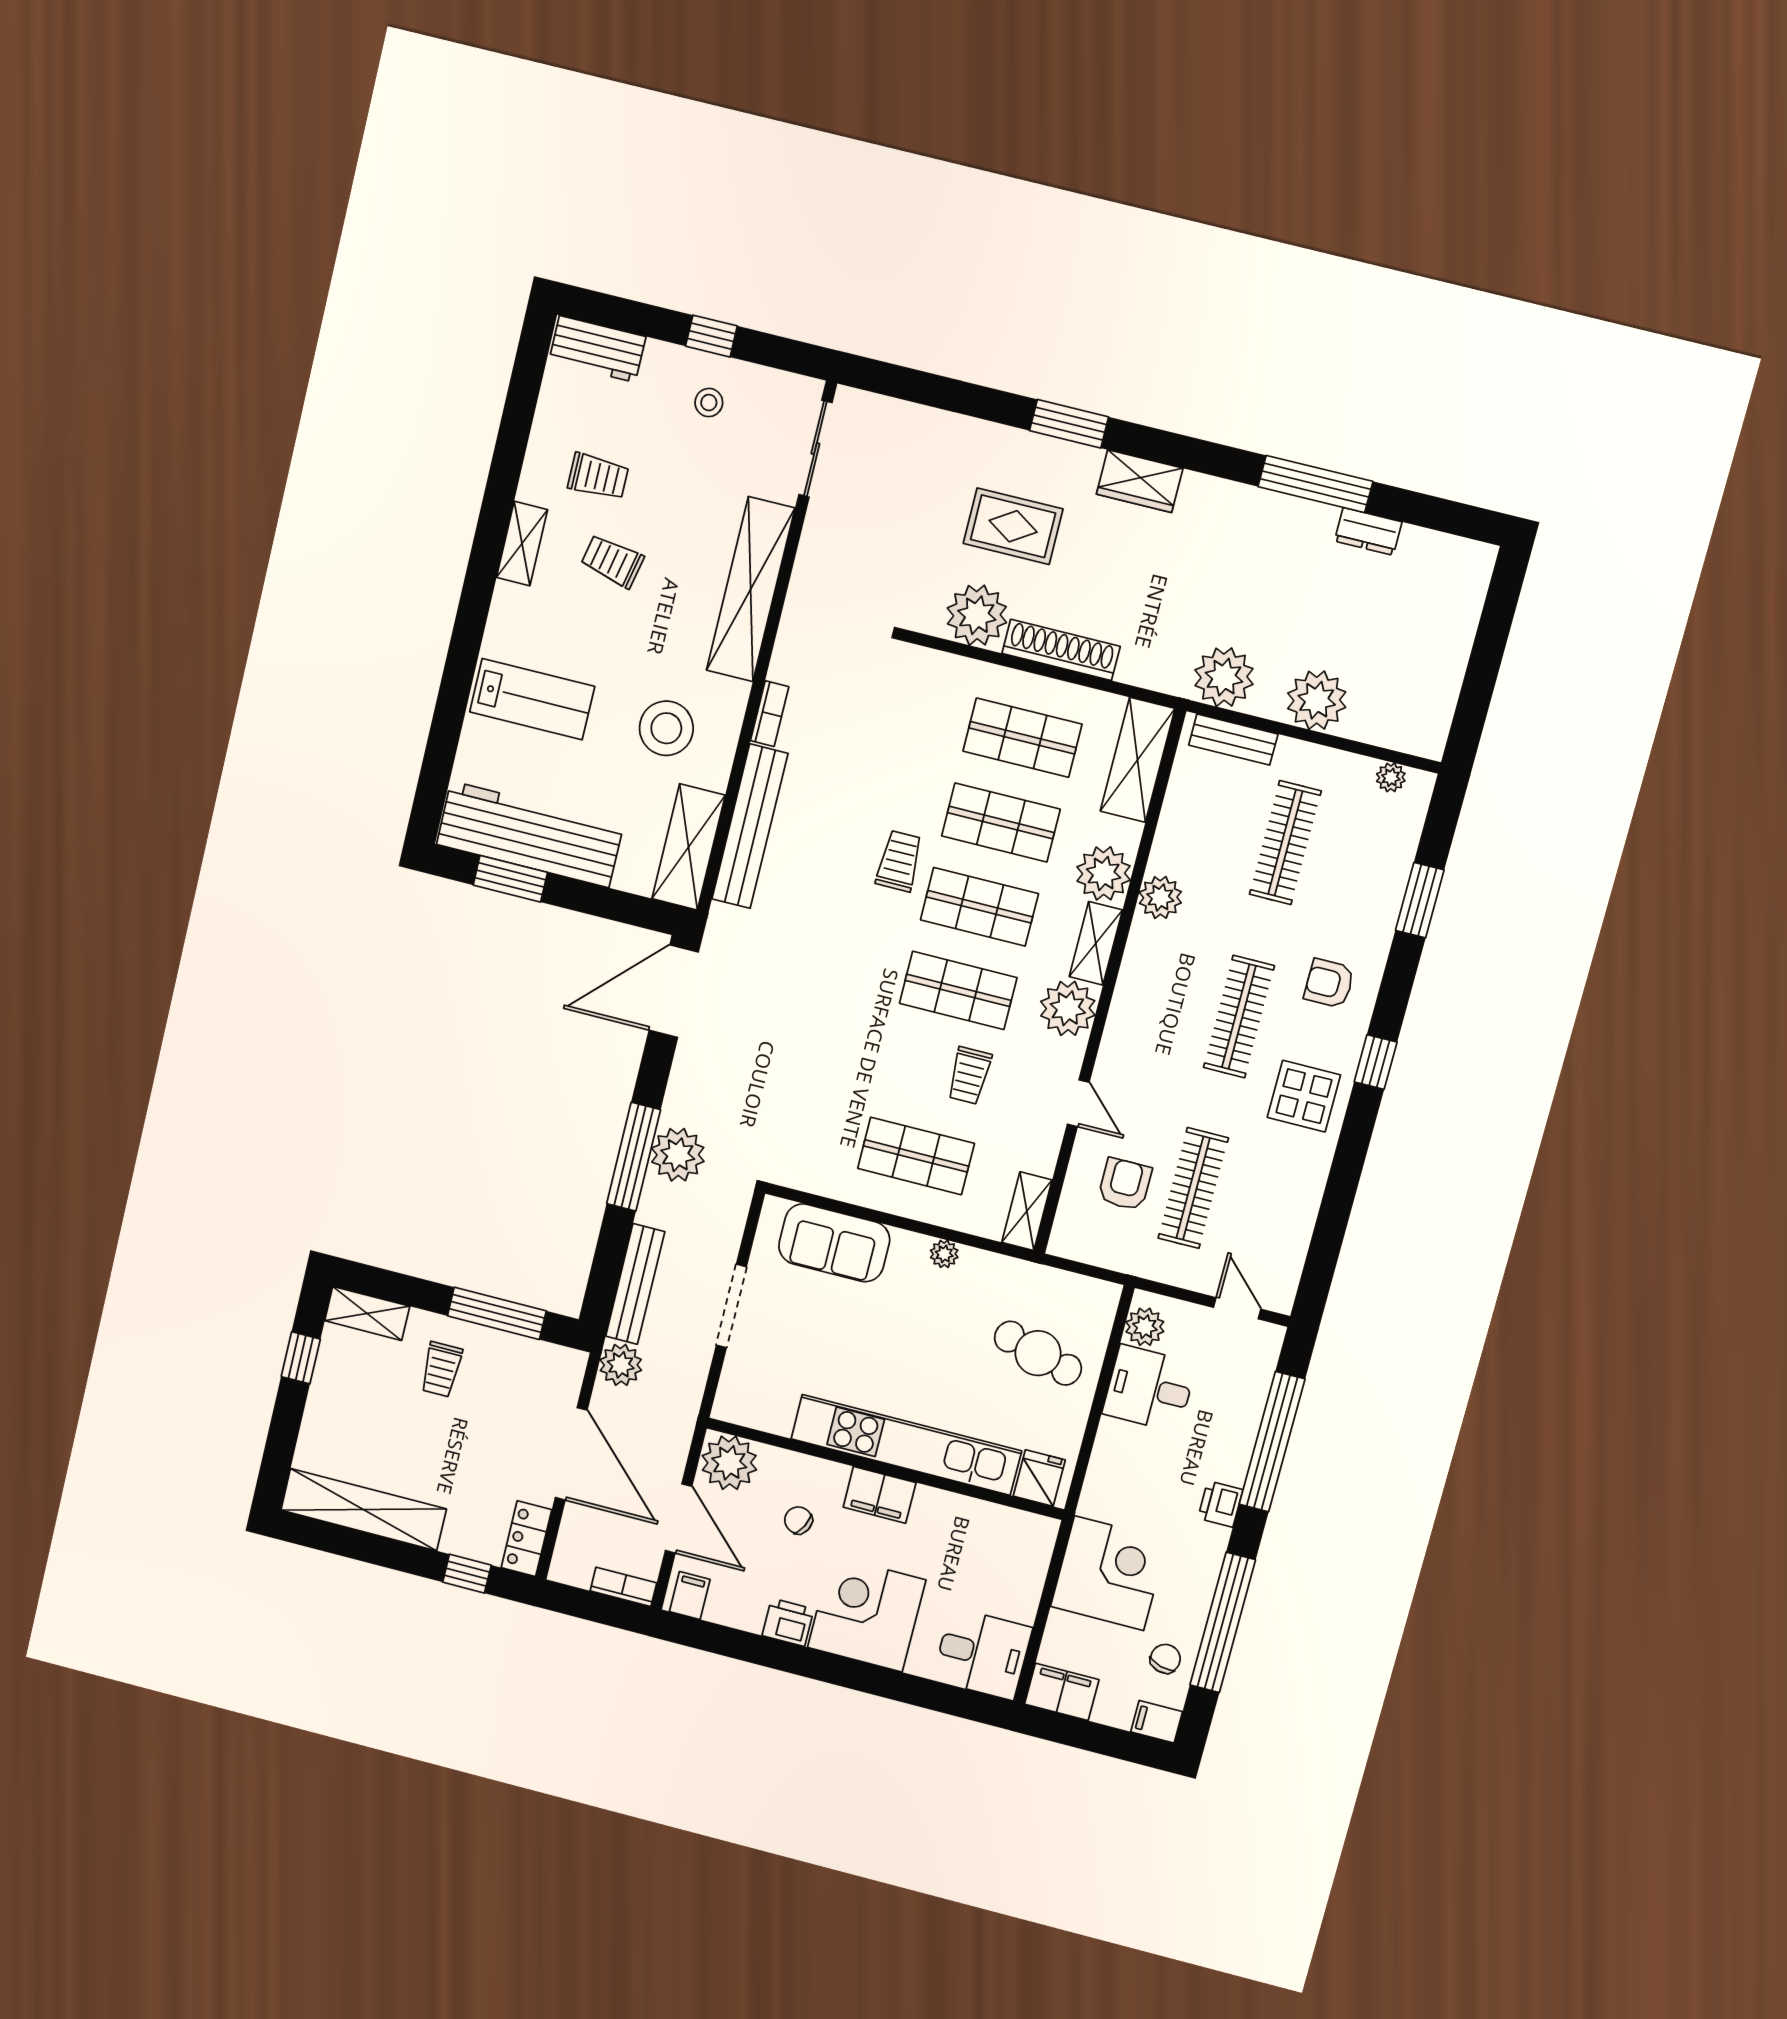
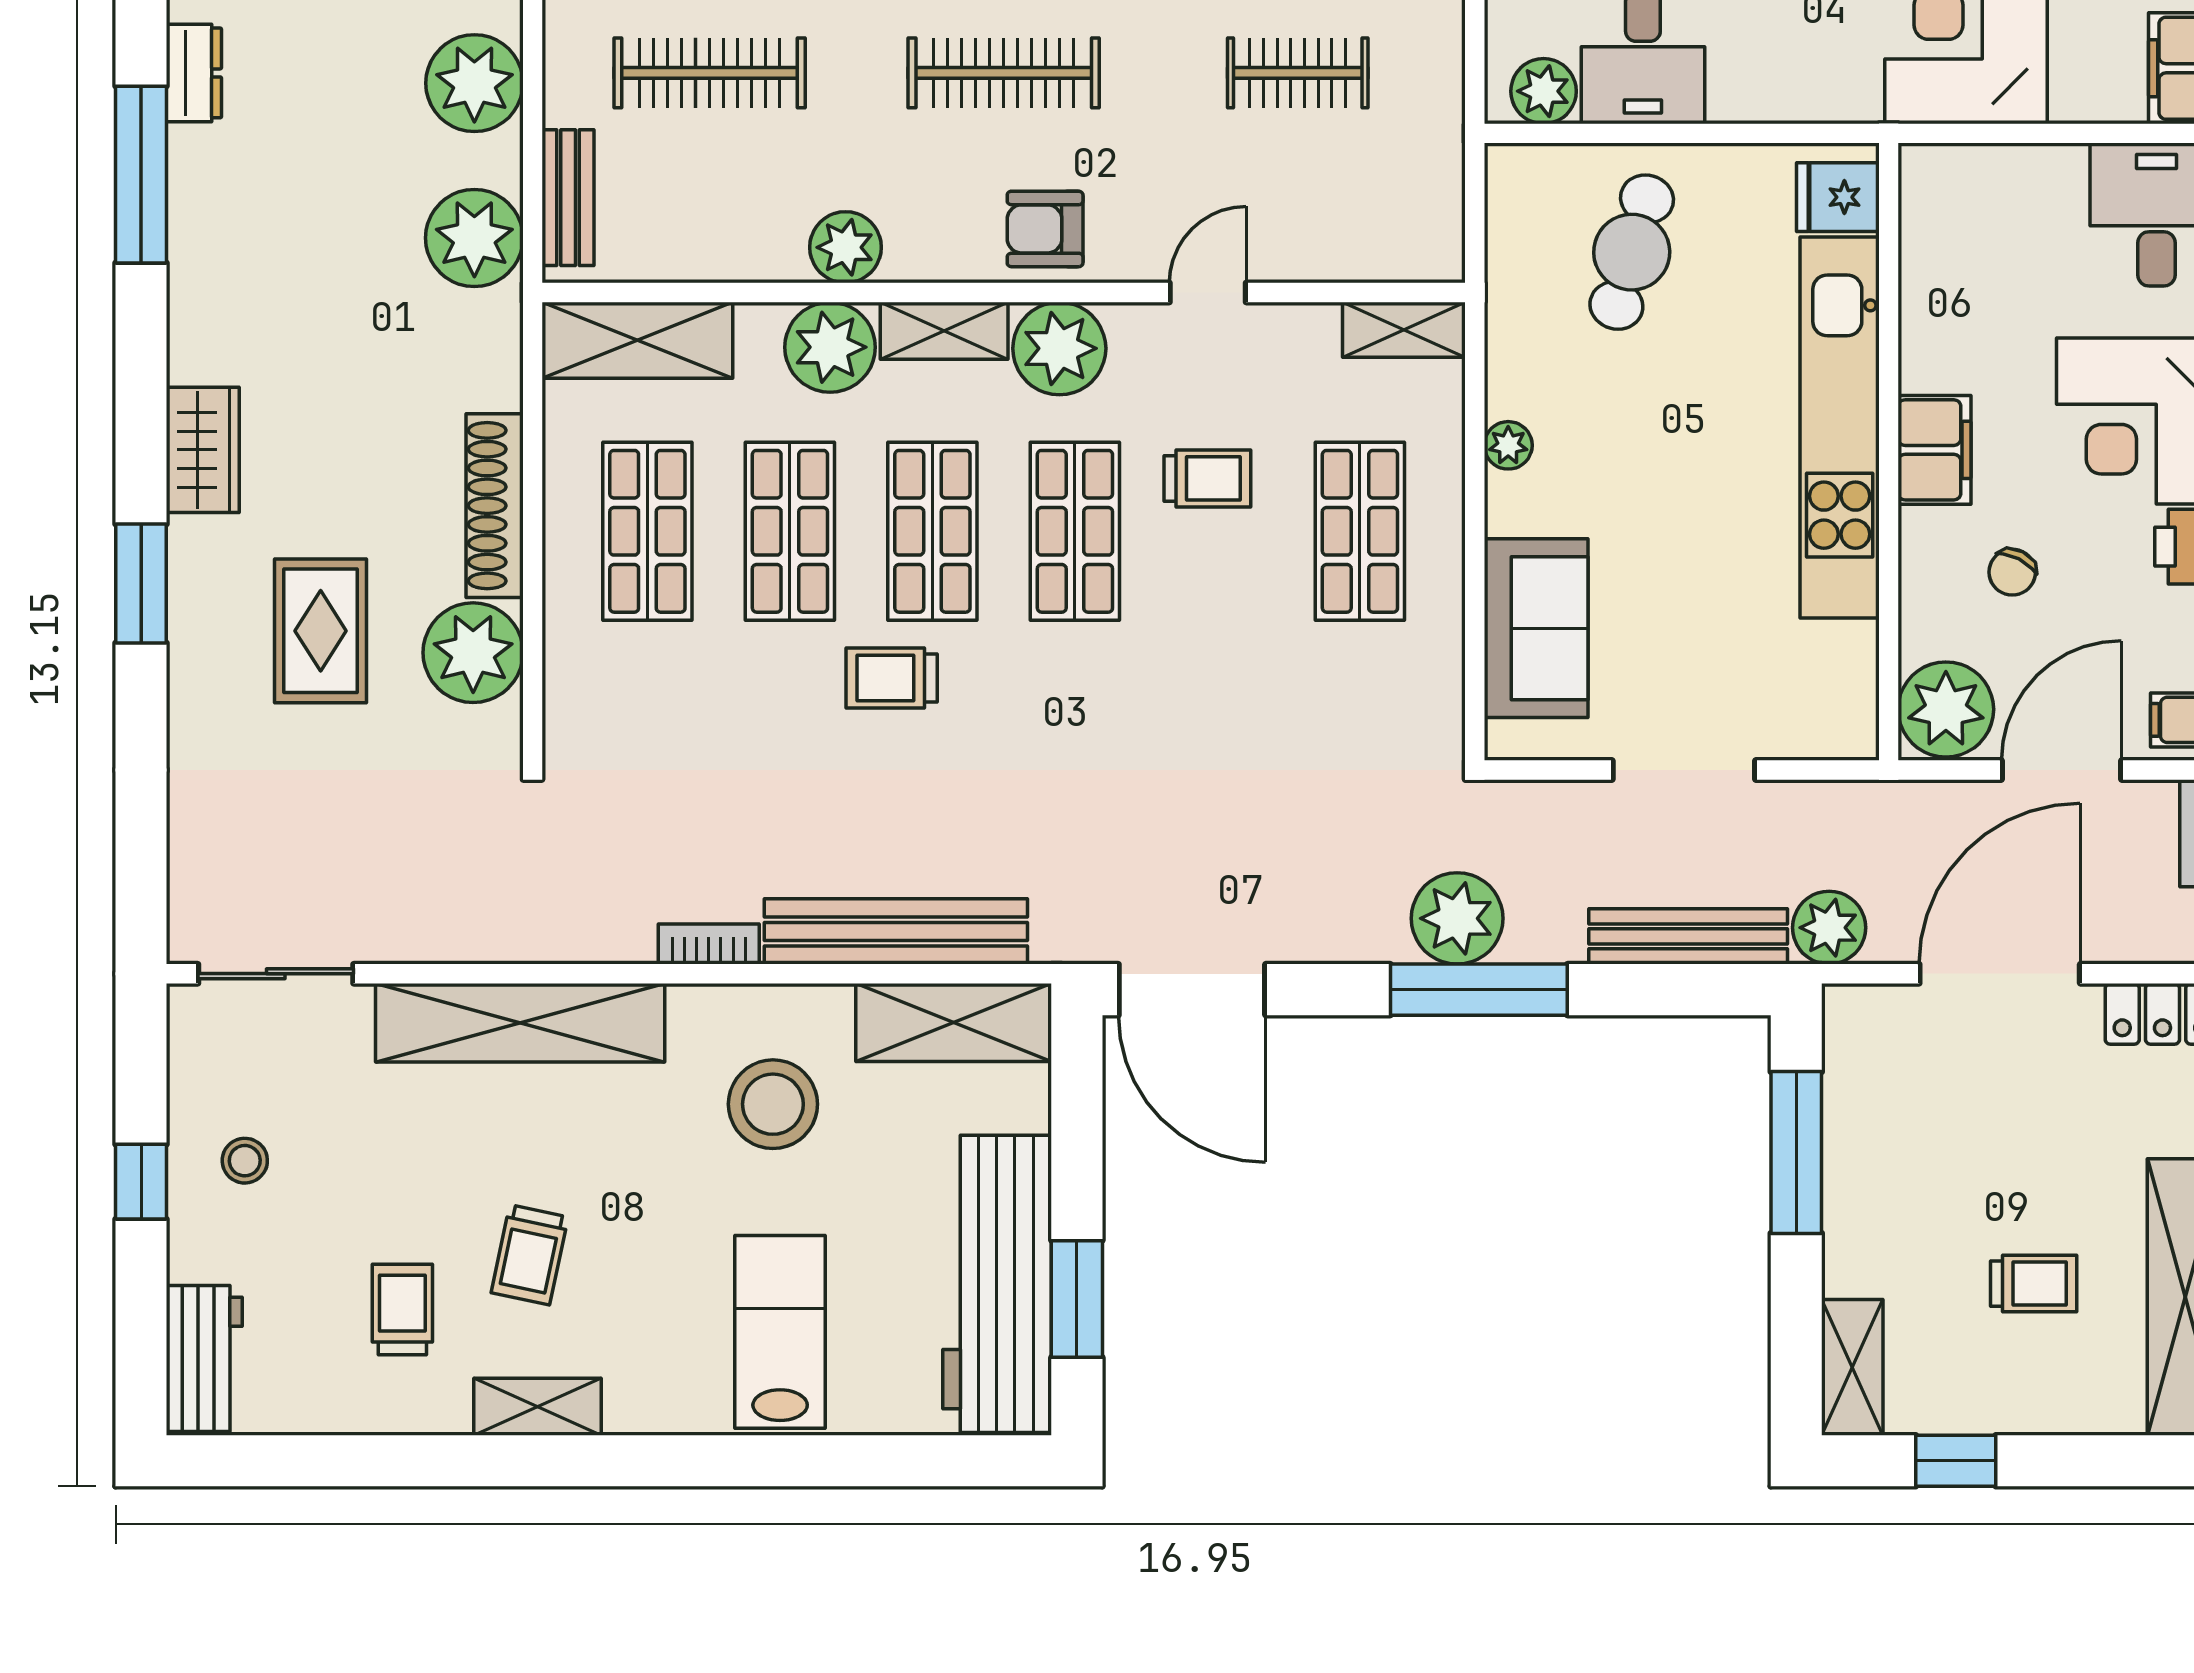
armchair: (1125, 1184) -> (1045, 229), moved
clothes rail: (1193, 1188) -> (1298, 73), width x0.73
trolley: (441, 1369) -> (2034, 1284), moved

